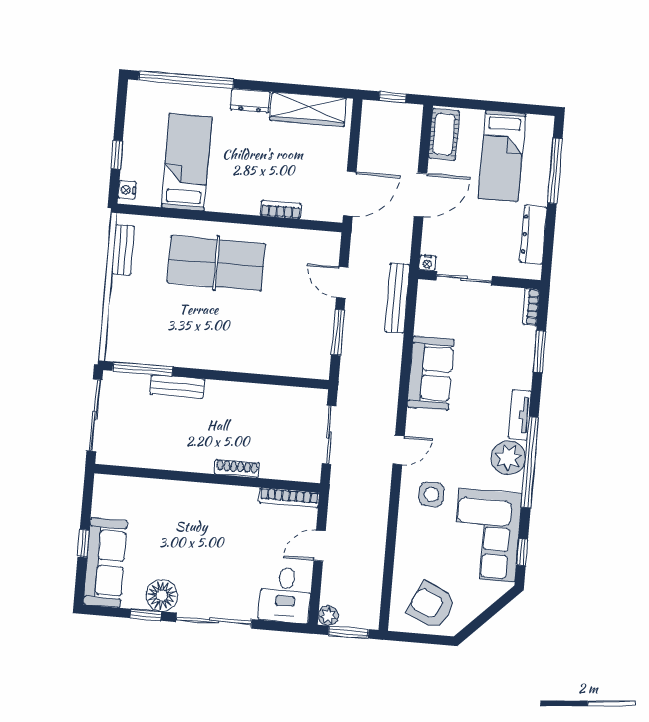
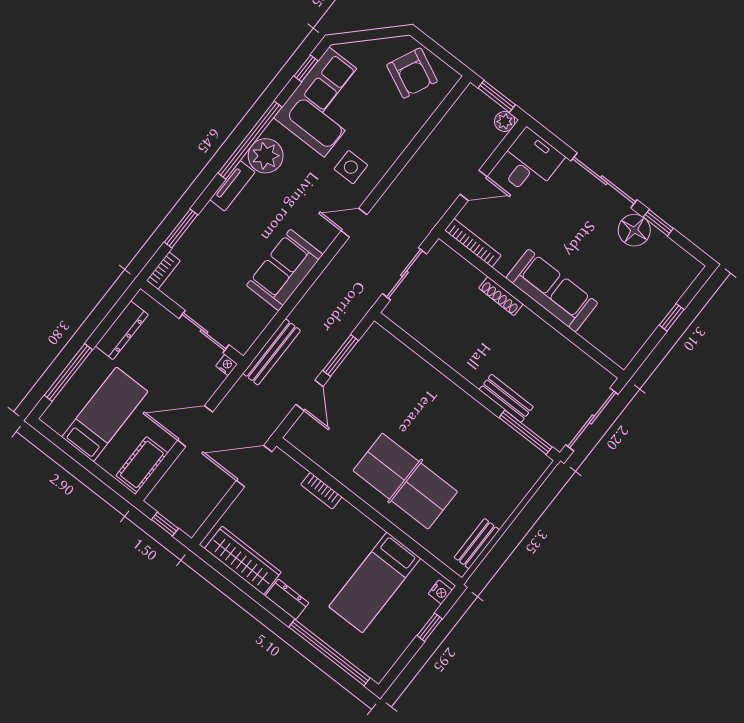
sofa: (105, 563) -> (552, 290), moved, turned 90

